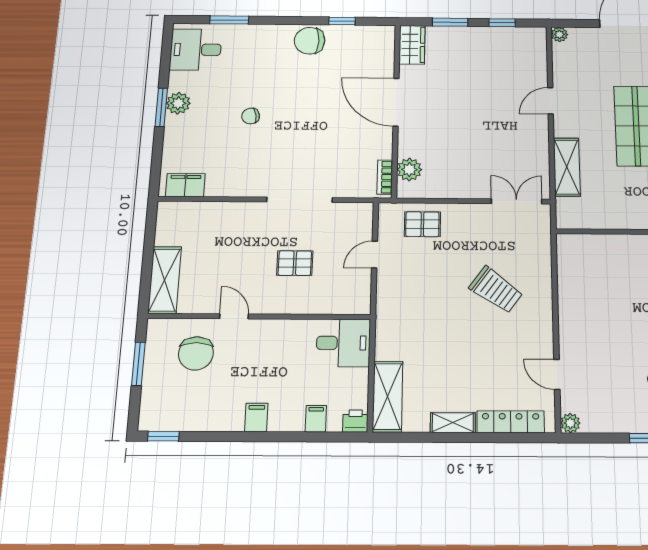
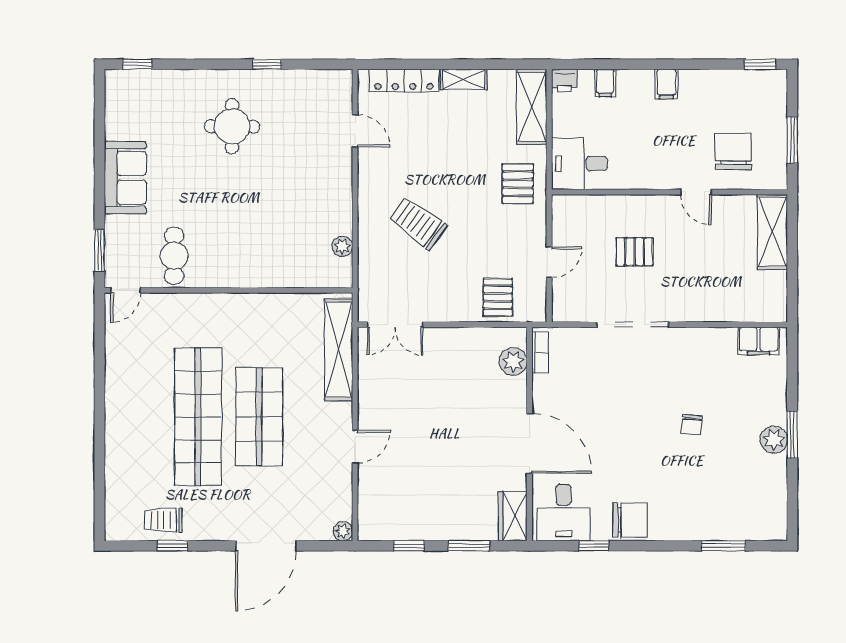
desk: (196, 50) -> (563, 512), moved, turned 90
chair: (251, 116) -> (692, 425), turned 105
shelving: (567, 167) -> (339, 350), width x1.47
pallet: (422, 224) -> (498, 297), turned 90
pallet: (402, 325) -> (518, 184), added
plant: (570, 423) -> (342, 246), moved

